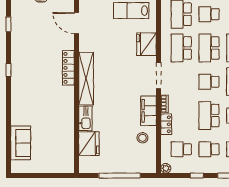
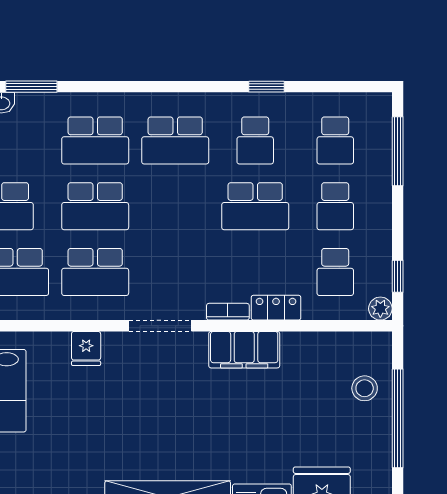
fridge: (147, 44) -> (86, 349), width x0.53, depth x0.75
school desk: (209, 82) -> (175, 206), removed
stool: (142, 138) -> (365, 388), moved
window: (197, 176) -> (398, 276), moved

